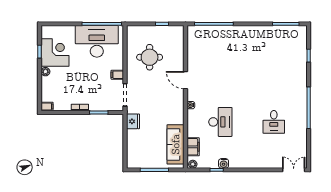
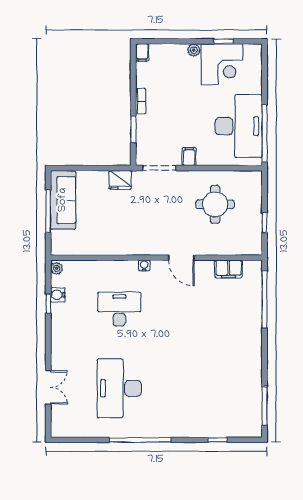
door: (186, 80) -> (181, 258), swing flipped
desk: (220, 122) -> (119, 309), turned 180
desk: (274, 122) -> (119, 388), width x1.87, depth x1.30
sofa: (176, 144) -> (63, 200), moved, turned 90
filing cabinet: (193, 147) -> (228, 269), moved
water cooler: (224, 163) -> (58, 295), moved
double door: (294, 170) -> (48, 387), moved

